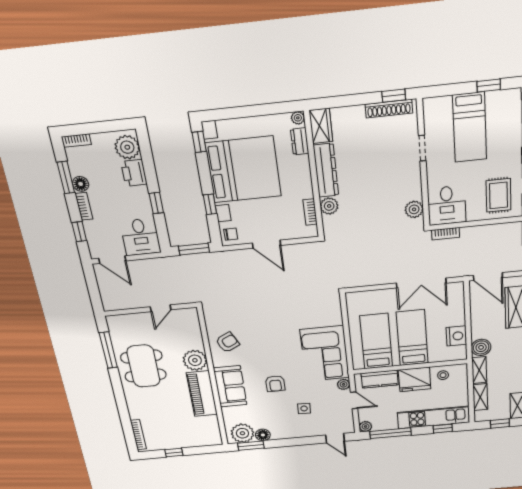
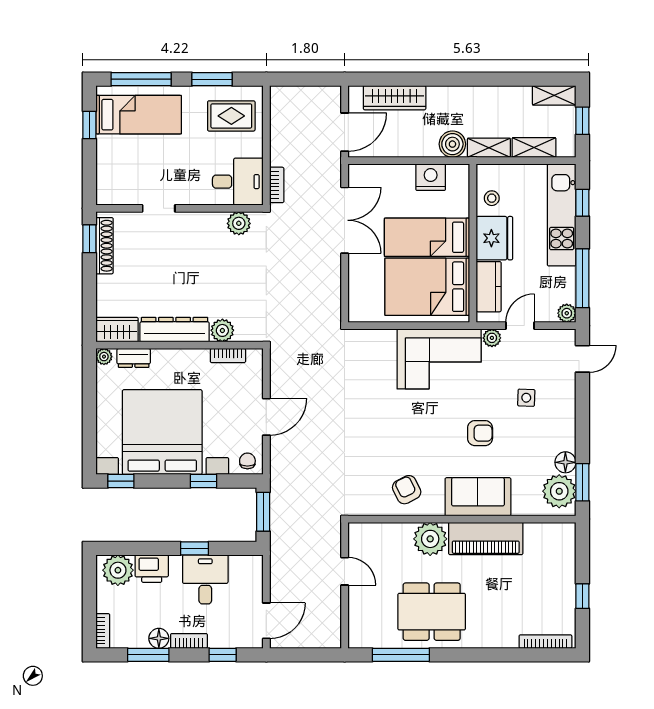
bed: (470, 127) -> (139, 115), moved
desk: (140, 237) -> (205, 579), moved, turned -90
bed: (376, 341) -> (427, 287), width x1.50

